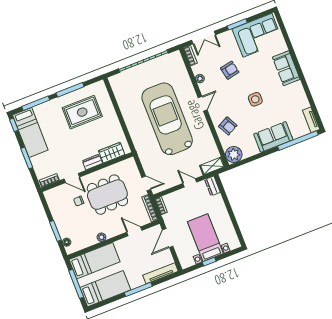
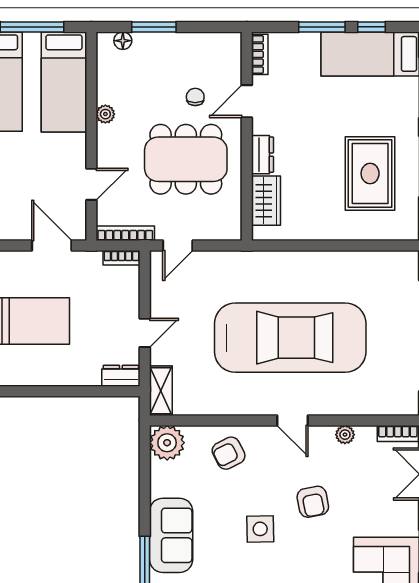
armchair: (230, 70) -> (313, 502), moved
window: (14, 125) -> (372, 27), moved
dining table: (107, 195) -> (186, 159), turned 90

